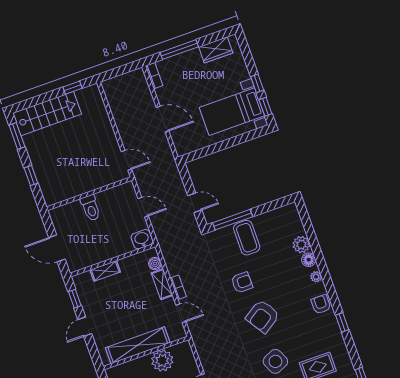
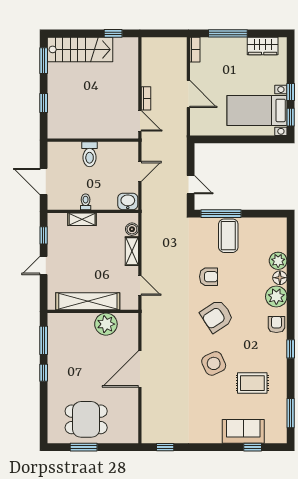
door: (143, 207) -> (140, 171), hinge flipped
toilet: (103, 253) -> (86, 202), added
plant: (316, 277) -> (276, 297), width x1.87, depth x1.87
bookcase: (178, 287) -> (146, 98), moved

